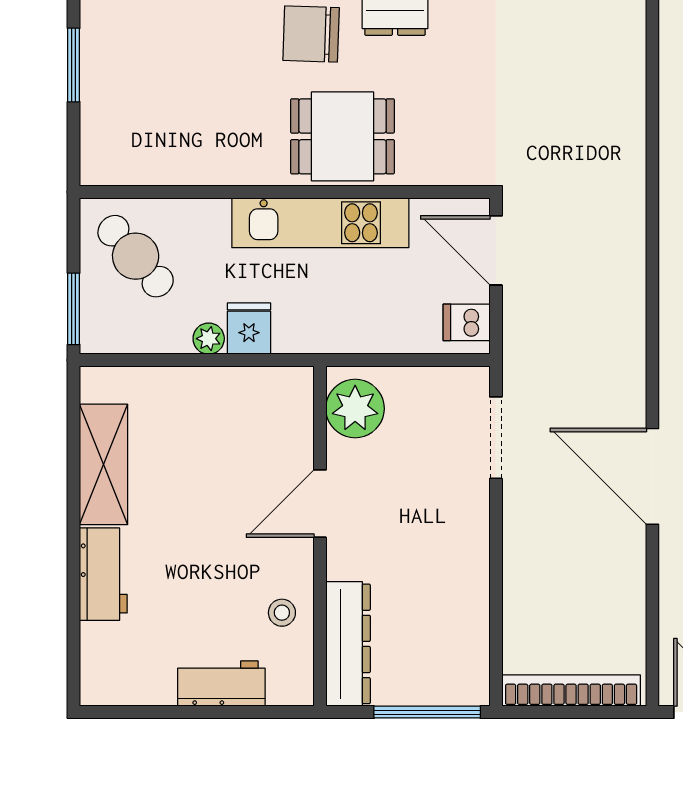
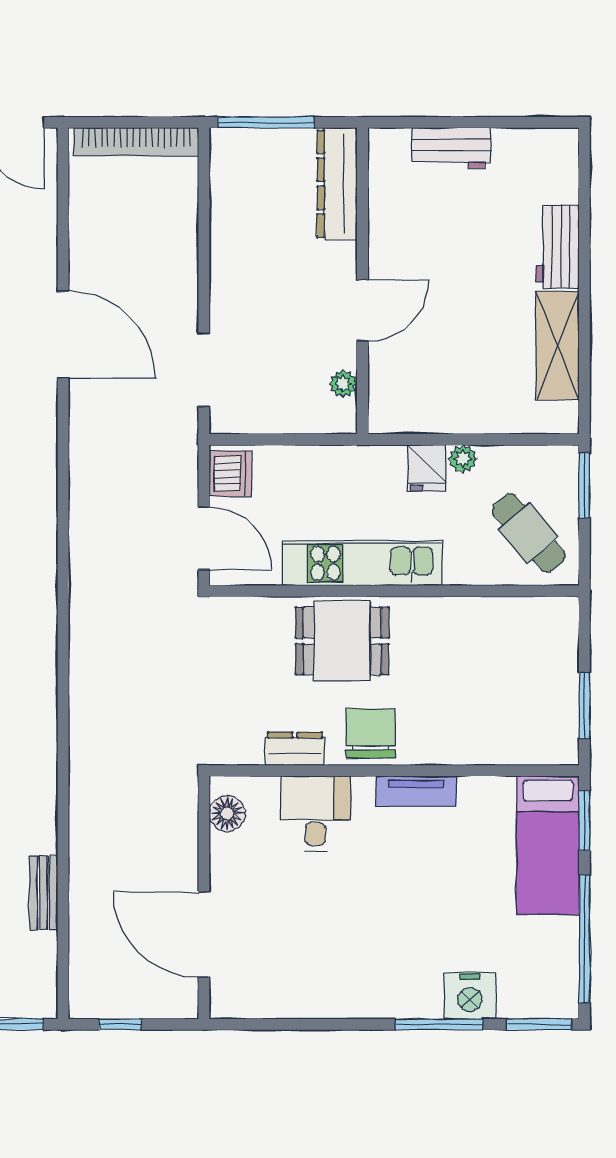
chair: (311, 34) -> (371, 733), turned -92
dishwasher: (467, 322) -> (230, 474), width x1.38
plant: (355, 409) -> (343, 384), width x0.53, depth x0.53
stool: (282, 613) -> (397, 212), removed

